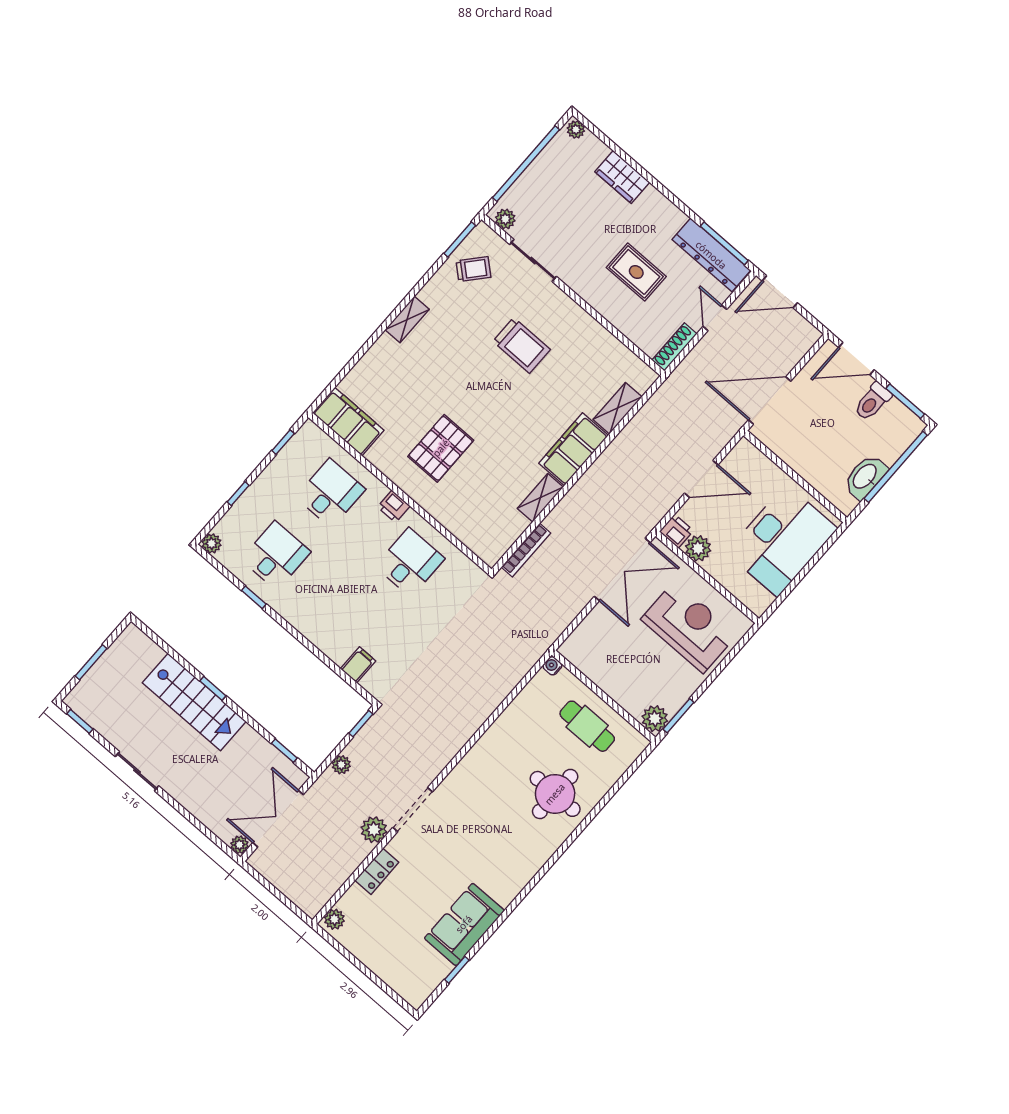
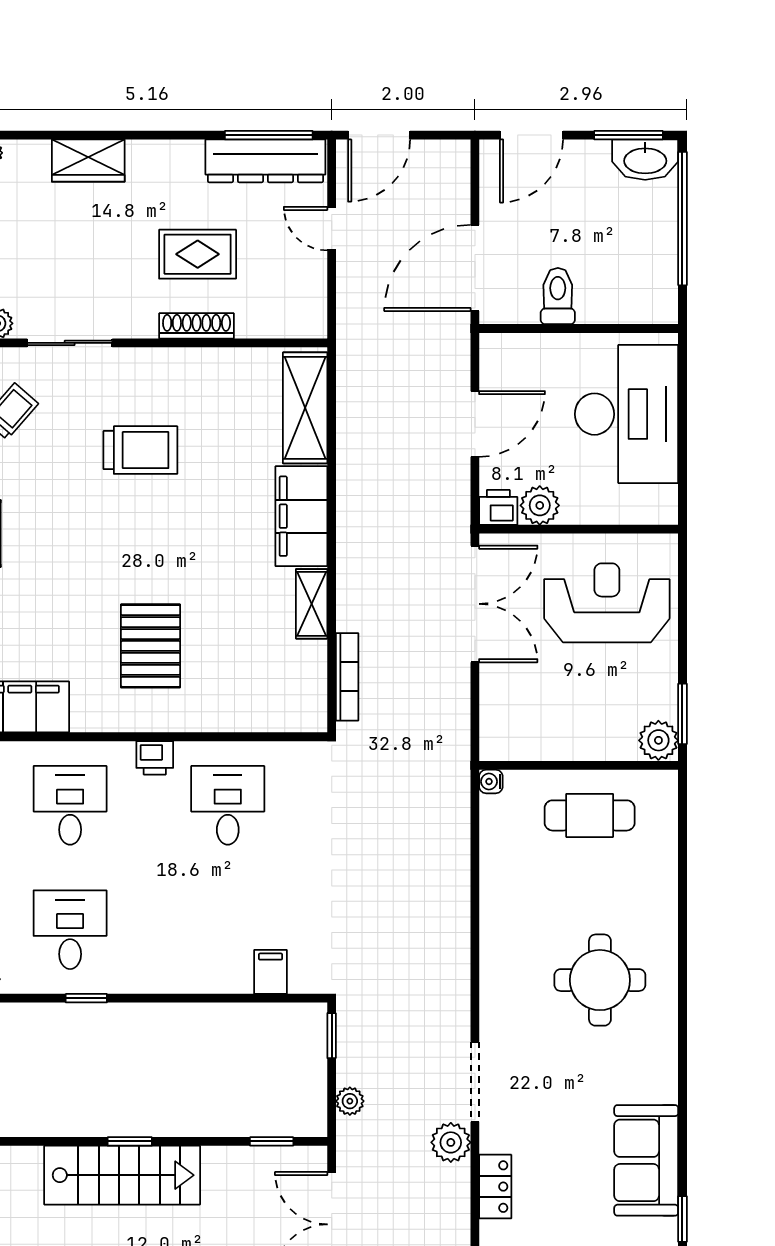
shoe rack: (674, 347) -> (197, 326), moved, turned 90
toilet: (873, 402) -> (558, 296), moved, turned 180
shelving: (618, 408) -> (305, 408), width x1.50, depth x1.33
washbasin: (865, 477) -> (645, 160), moved, turned -90
round table: (555, 794) -> (600, 980), moved

